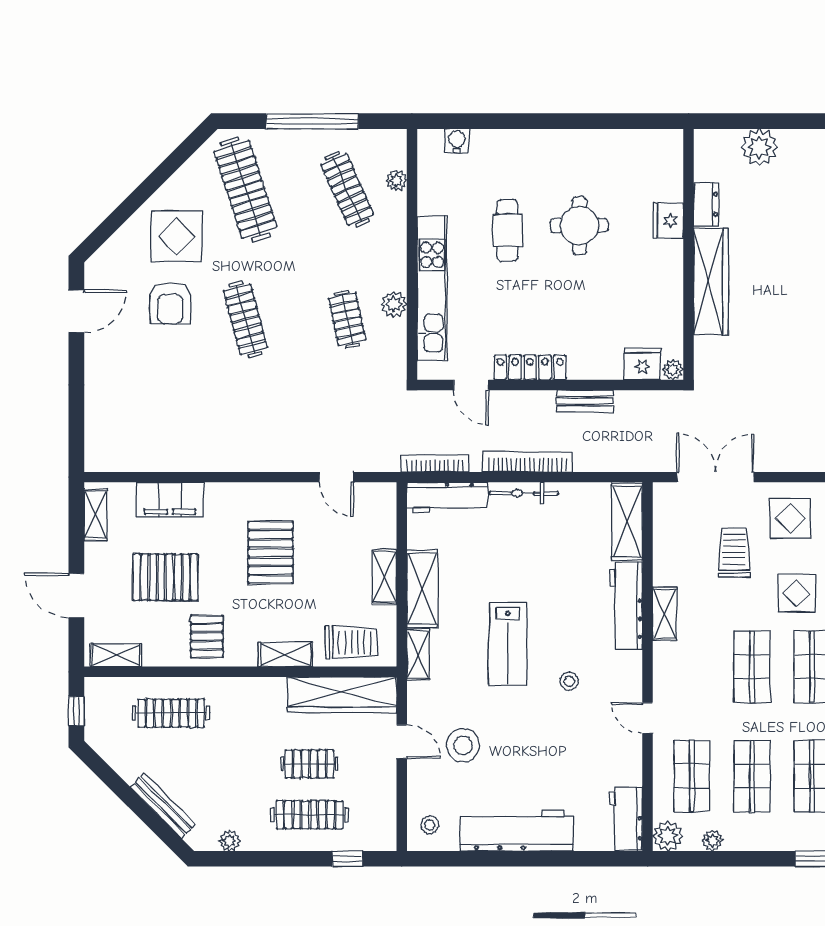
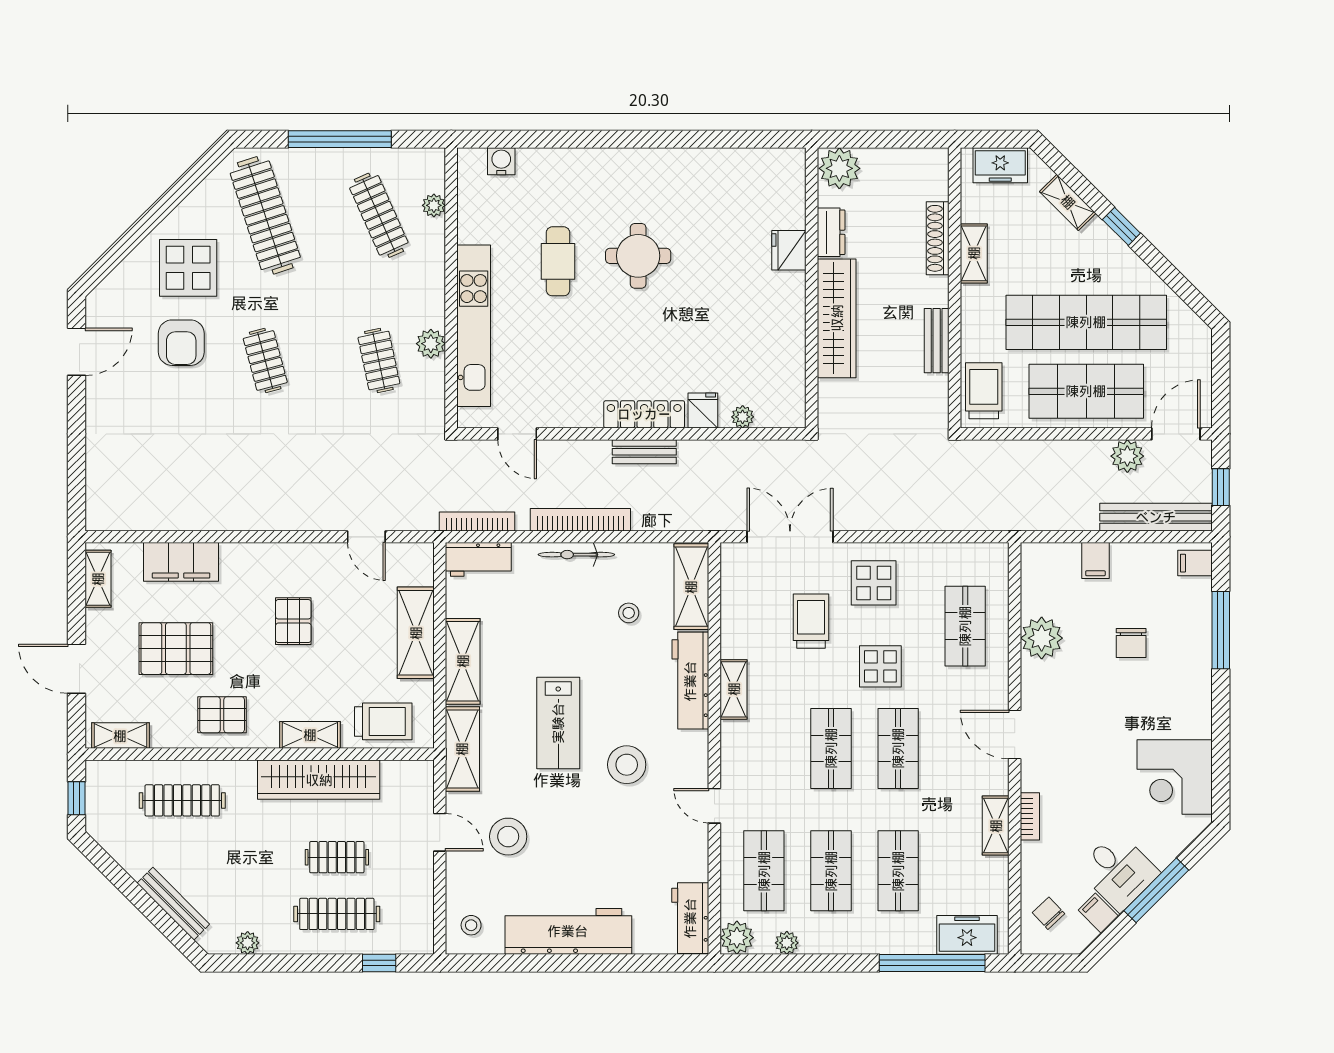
dresser: (706, 204) -> (831, 232), moved
fridge: (668, 221) -> (789, 250), moved
wall: (689, 254) -> (812, 288), moved
wardrobe: (711, 282) -> (837, 318), moved
clothes rail: (245, 319) -> (265, 360), width x0.73
fridge: (642, 364) -> (703, 410), width x0.72
locker: (530, 367) -> (644, 414), moved
workbench: (447, 497) -> (478, 559), width x0.73
stool: (571, 545) -> (629, 613), added
pallet: (271, 553) -> (293, 621), width x0.67, depth x0.71
shelving: (384, 577) -> (416, 633), width x1.50, depth x1.33
pallet: (207, 636) -> (222, 715), turned 90
shelving: (418, 655) -> (462, 749), width x1.50, depth x1.33
stool: (569, 681) -> (627, 765), width x1.89, depth x1.89
wardrobe: (342, 695) -> (319, 780), moved

